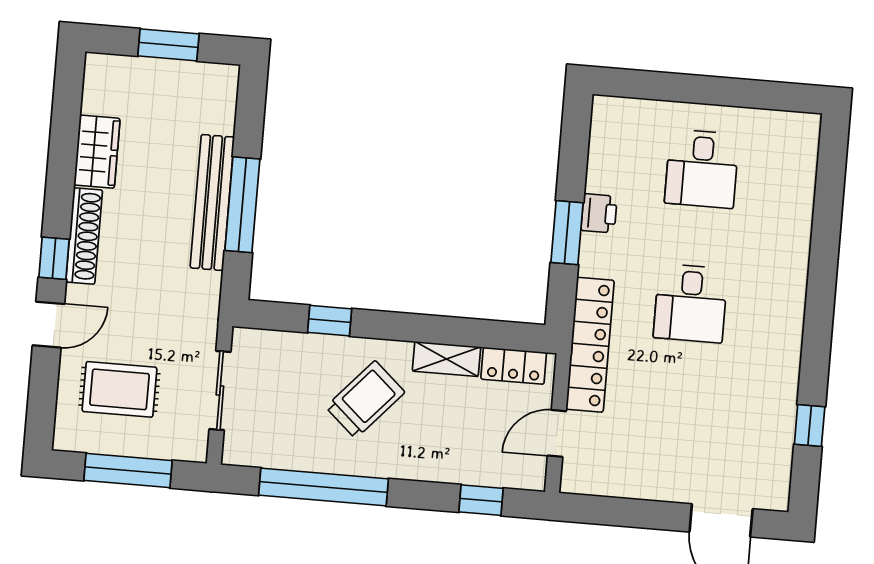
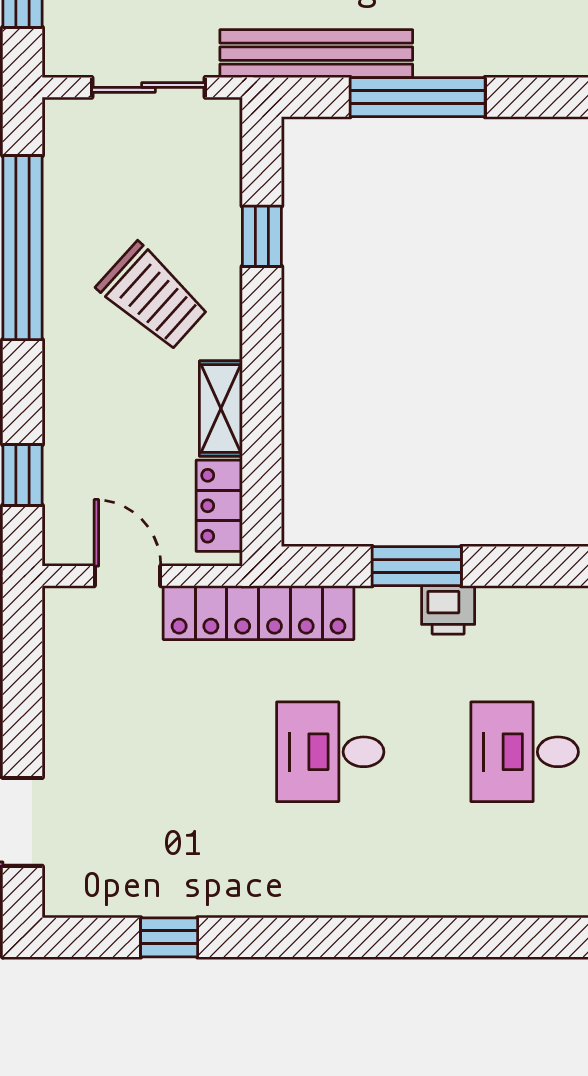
bench: (212, 202) -> (316, 54), moved

